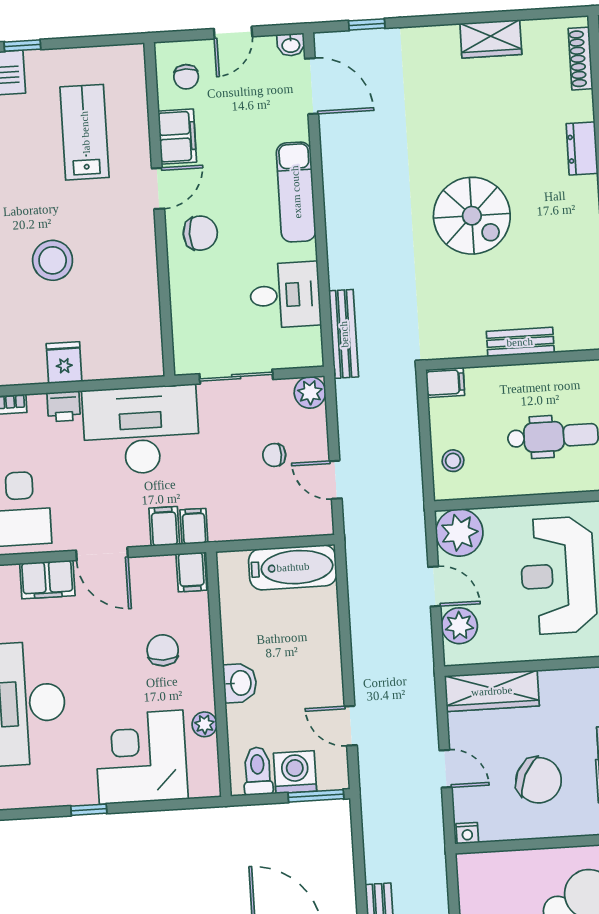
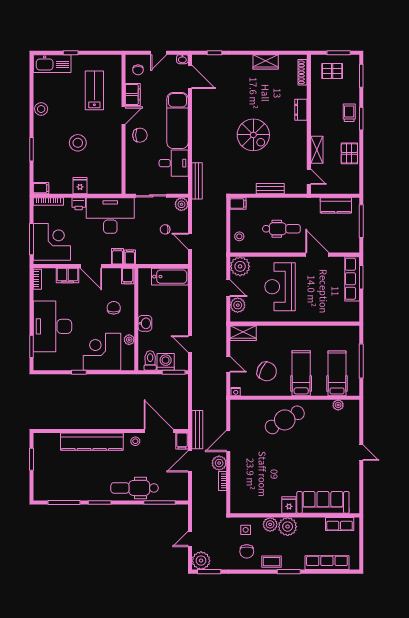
exam couch: (296, 192) -> (178, 121), width x1.36, depth x1.45
wardrobe: (492, 691) -> (243, 333), width x0.67

